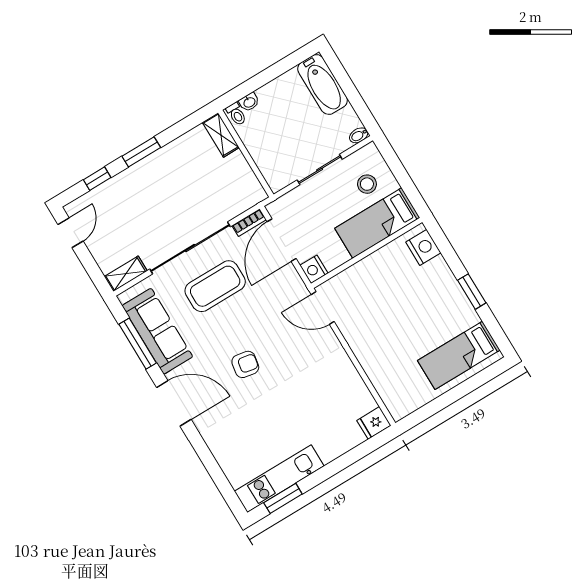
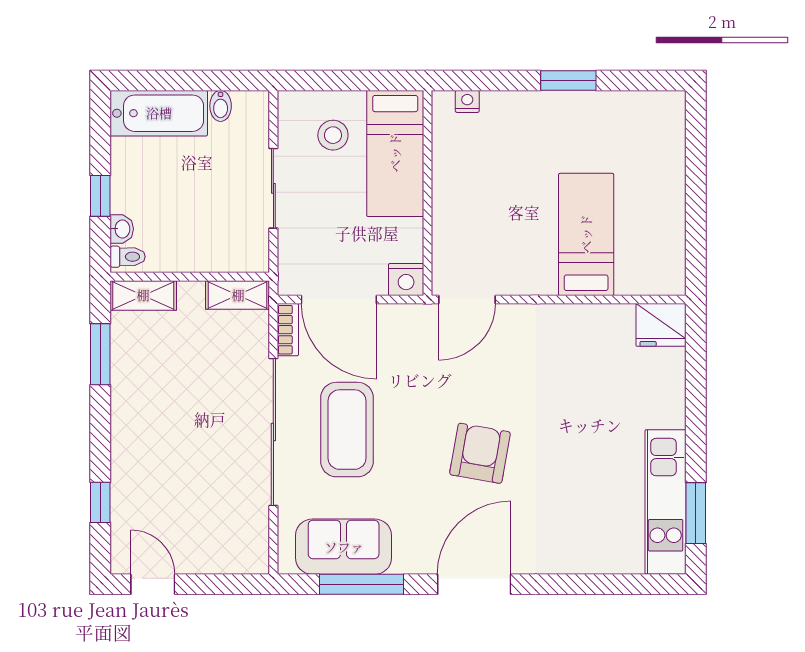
window: (260, 80) -> (100, 196), added
bidet: (359, 135) -> (221, 106), moved
window: (141, 152) -> (100, 354), moved
nightstand: (423, 247) -> (467, 101), width x0.53, depth x0.56
shelving: (126, 274) -> (238, 295), moved, turned 90
sofa: (157, 331) -> (344, 547), width x0.73
bed: (459, 355) -> (586, 234), moved, turned 180
armchair: (245, 364) -> (480, 453), width x1.38, depth x1.38
fridge: (374, 423) -> (661, 325), width x1.38

